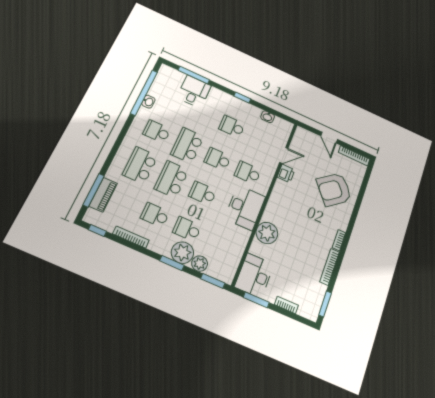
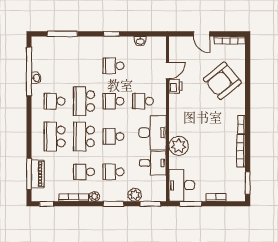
desk: (194, 92) -> (153, 163), moved, turned 90
plant: (182, 253) -> (94, 196), moved, width x0.53, depth x0.53

